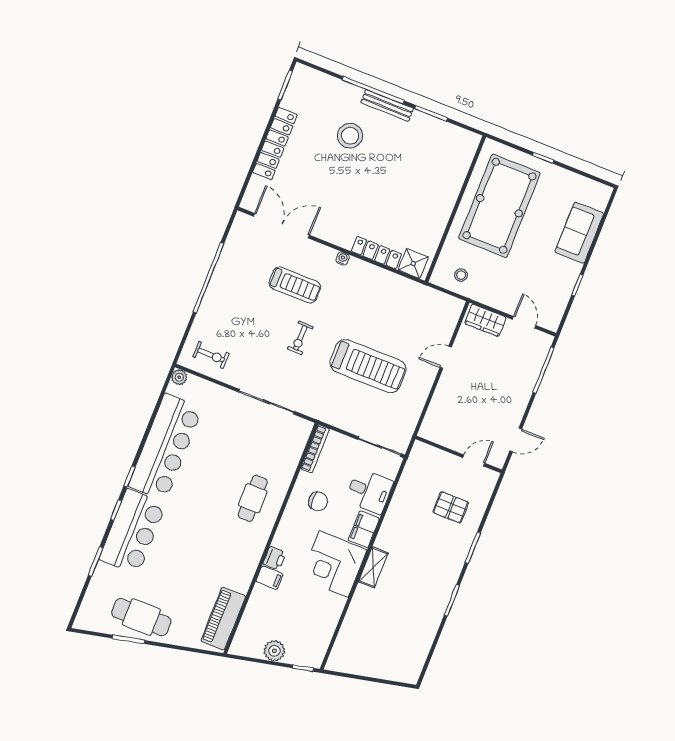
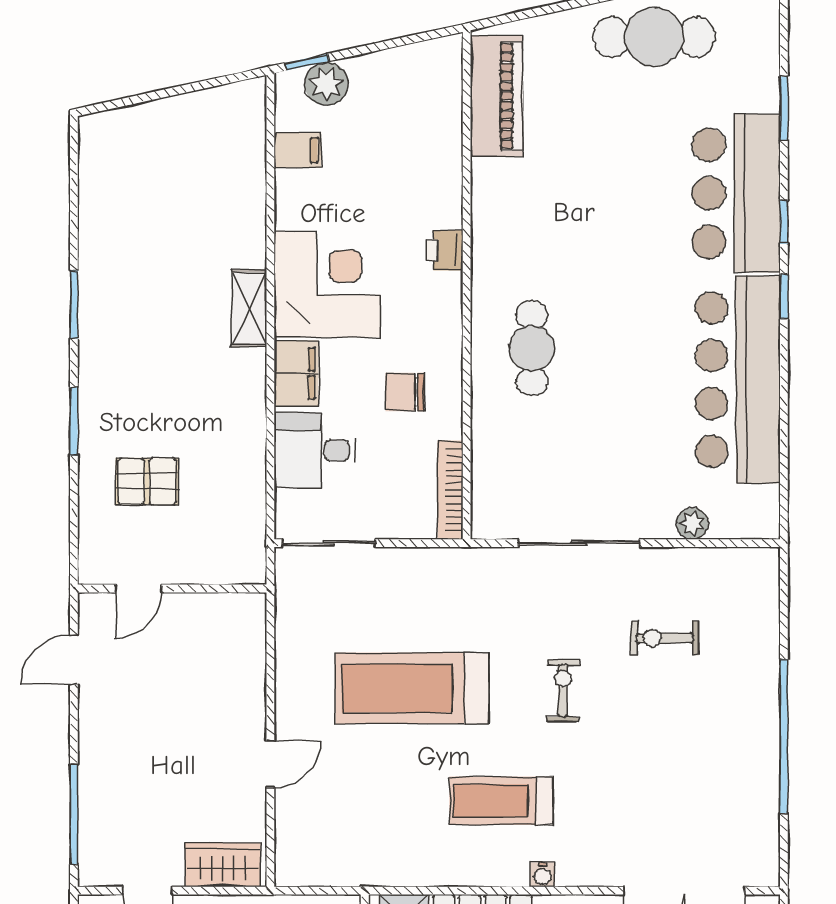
treadmill: (295, 285) -> (501, 801), moved
exercise bike: (211, 355) -> (665, 638), moved
plant: (179, 377) -> (692, 524), moved
filing cabinet: (270, 578) -> (298, 150), moved, turned 180
plant: (274, 651) -> (326, 84), moved

